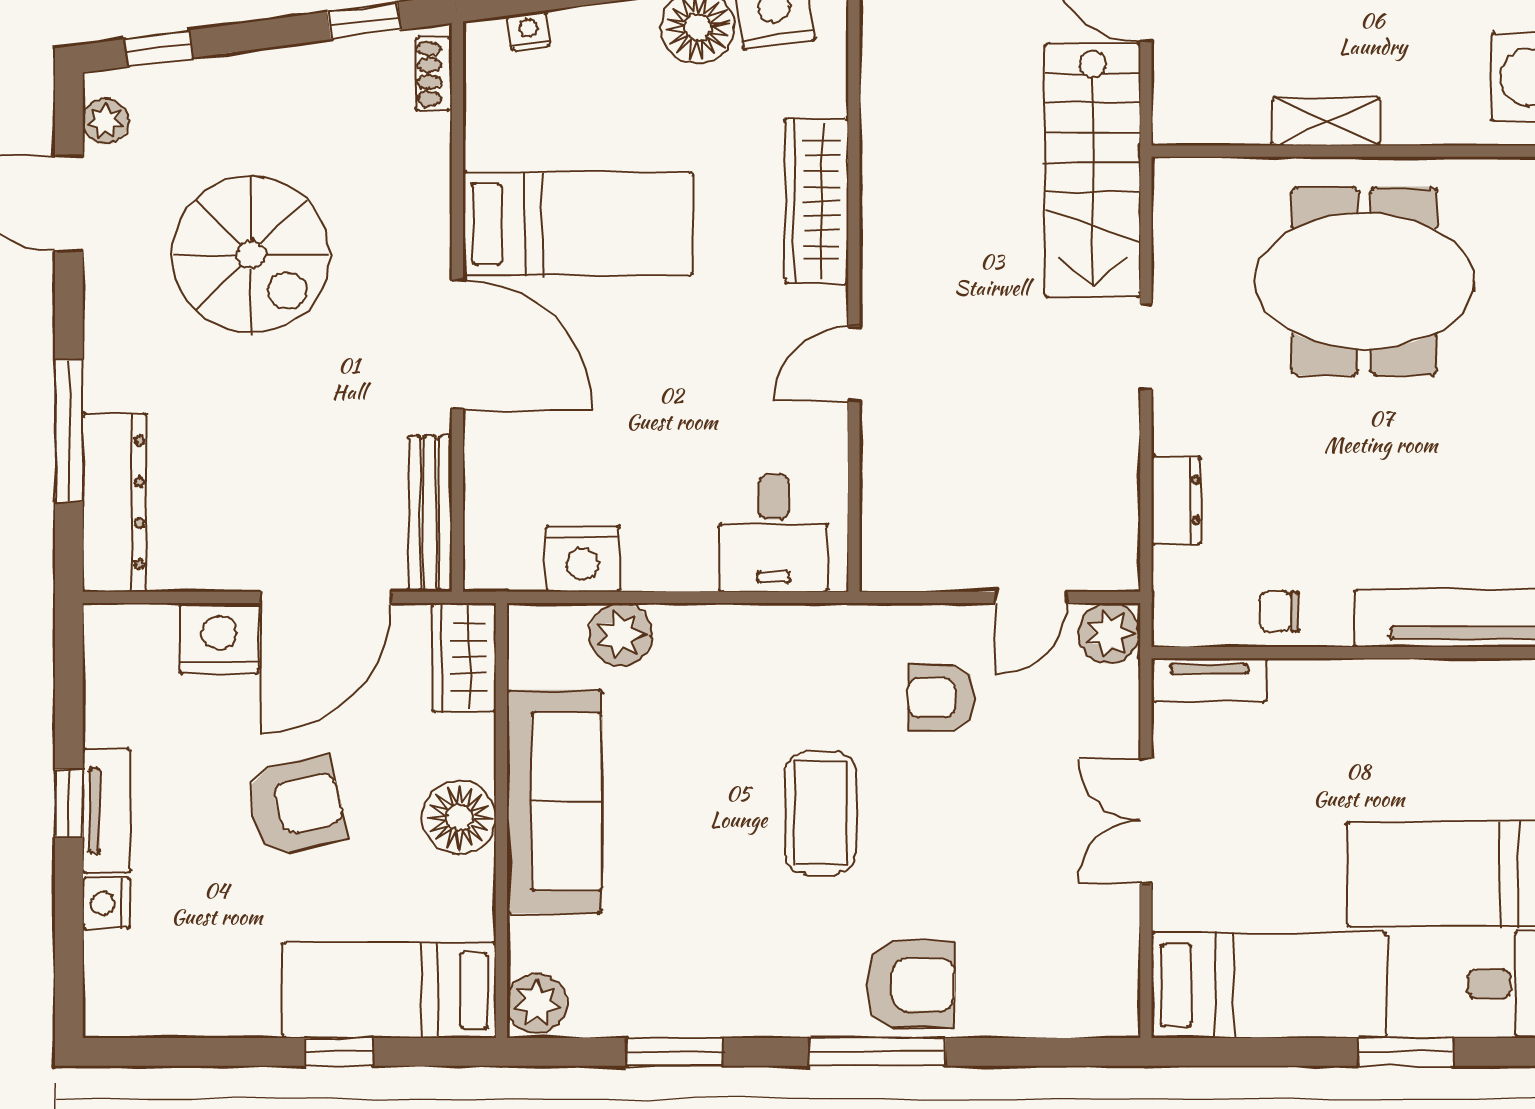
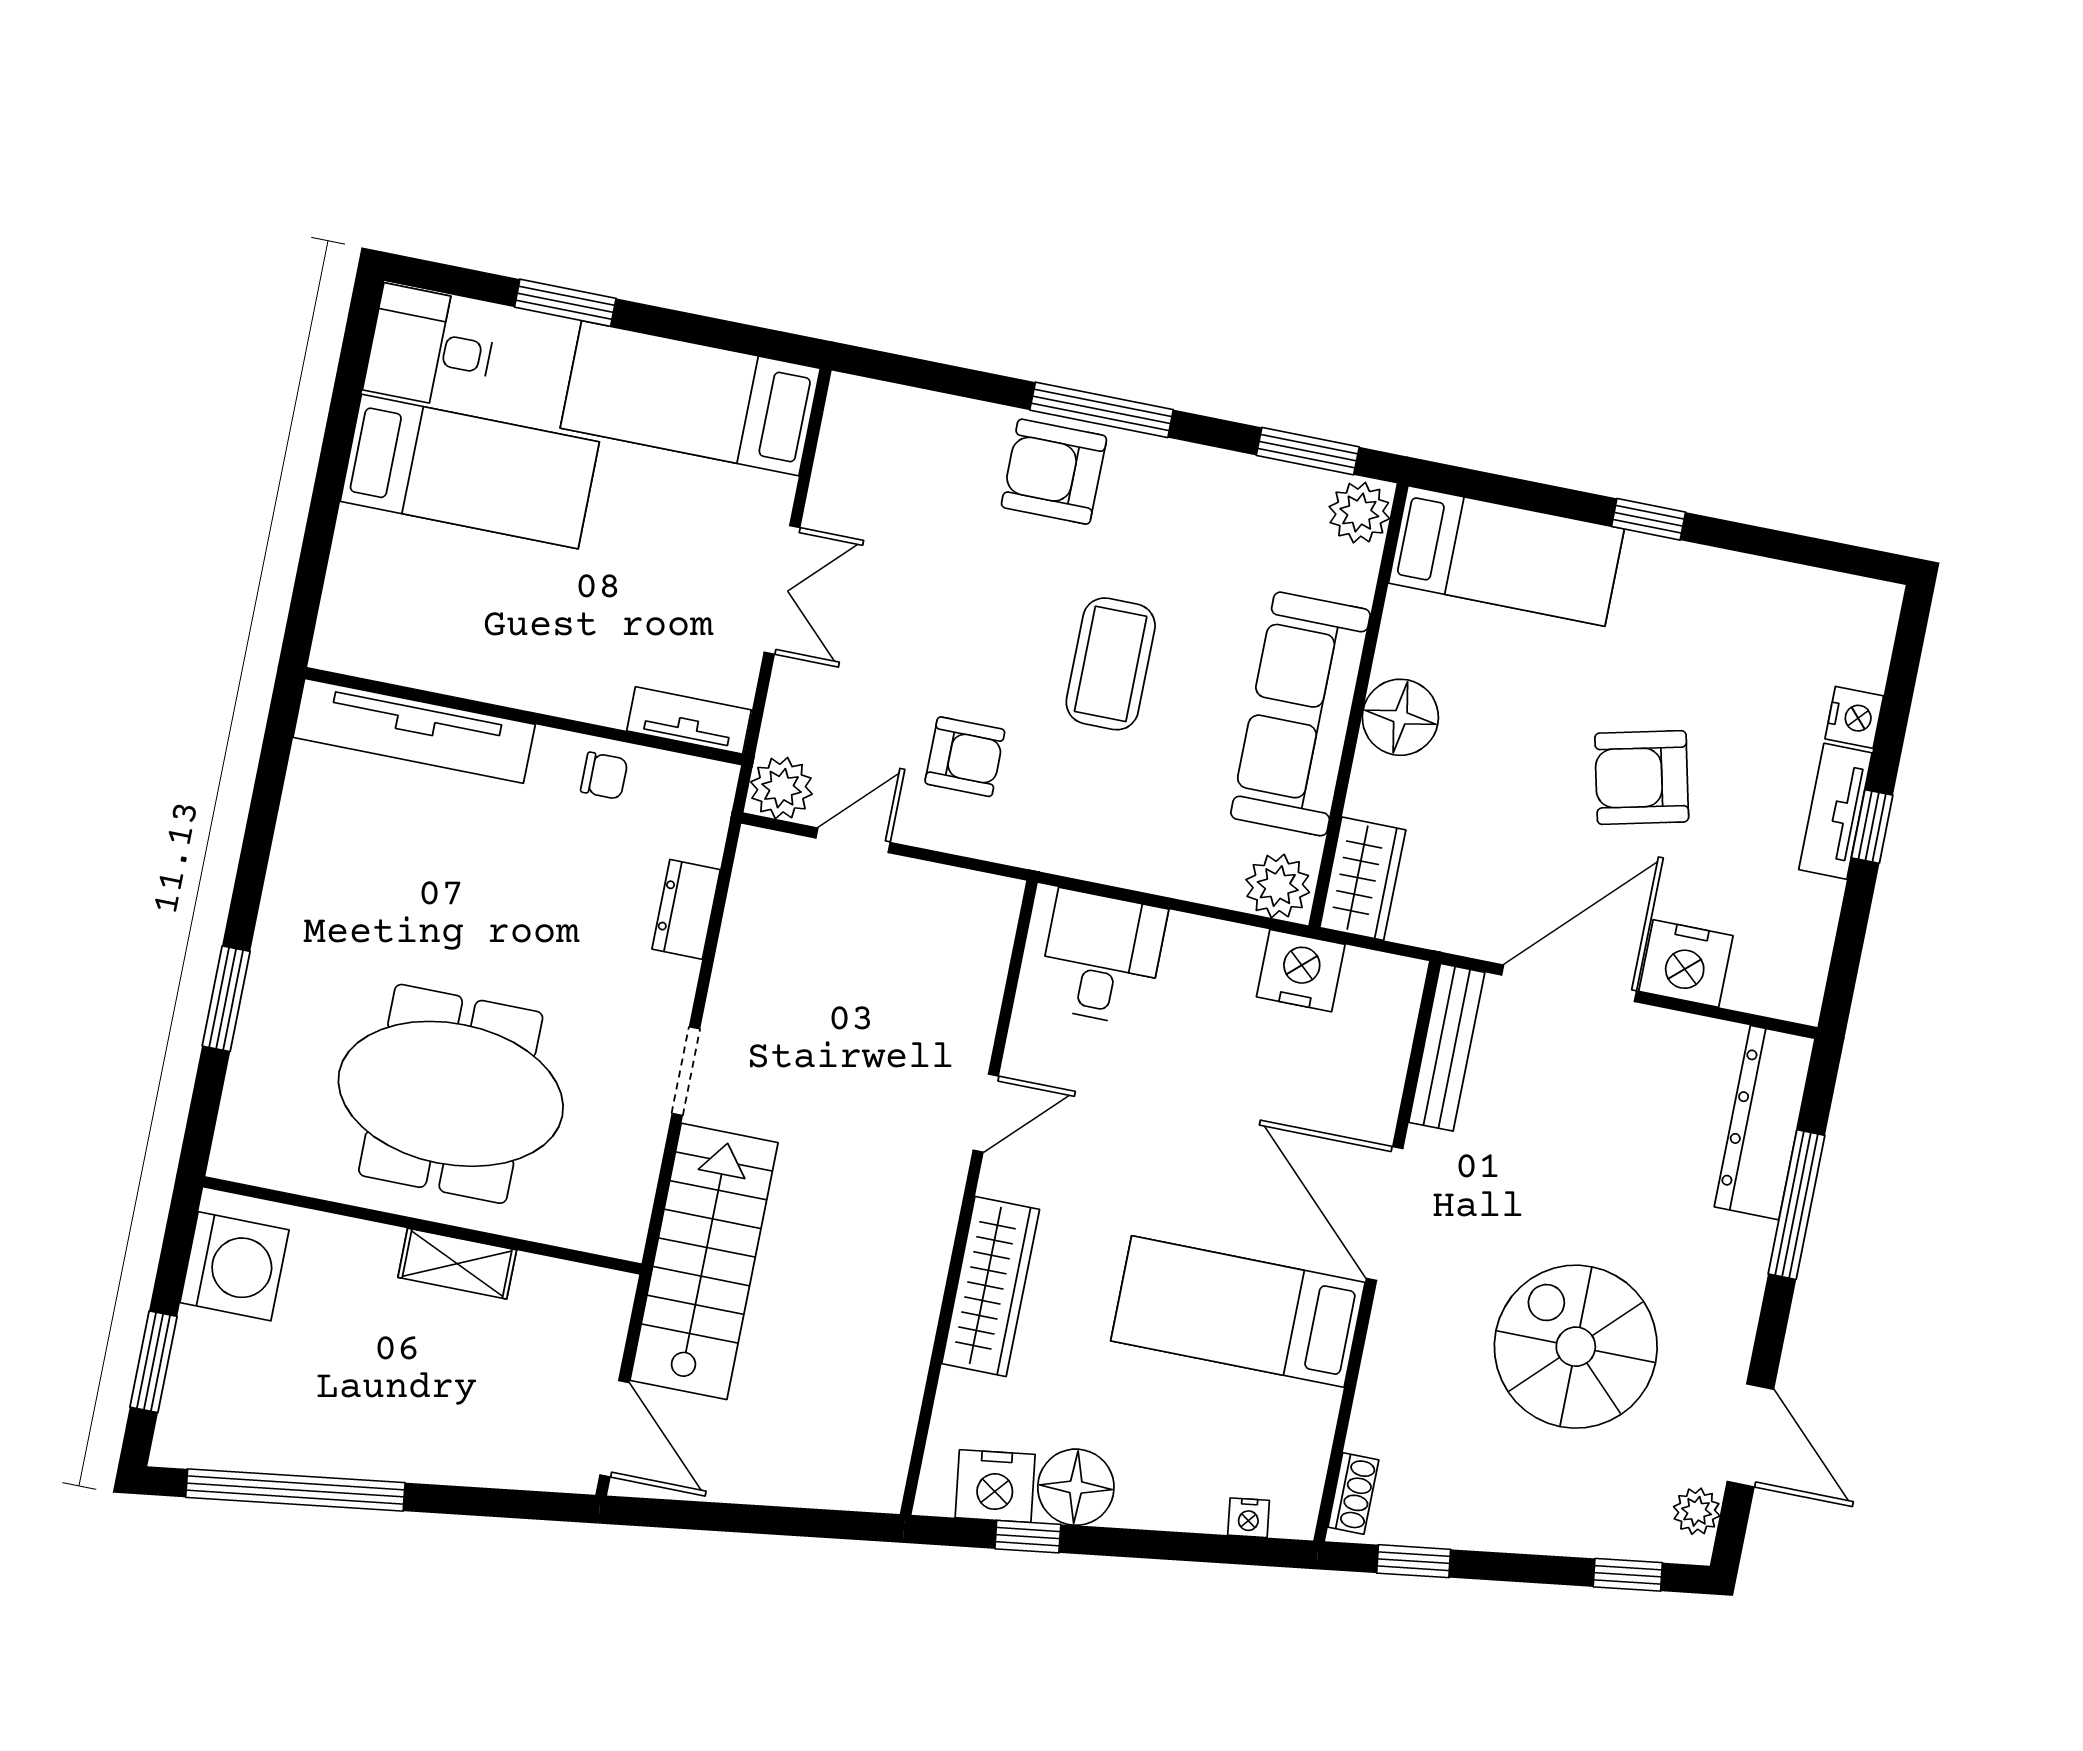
wardrobe: (464, 657) -> (1363, 879), moved
sofa: (554, 802) -> (1300, 714), moved
floor lamp: (459, 817) -> (1400, 717), moved
wall: (501, 821) -> (1358, 705), moved
bed: (389, 990) -> (1506, 556), moved
plant: (537, 1003) -> (1359, 513), moved

